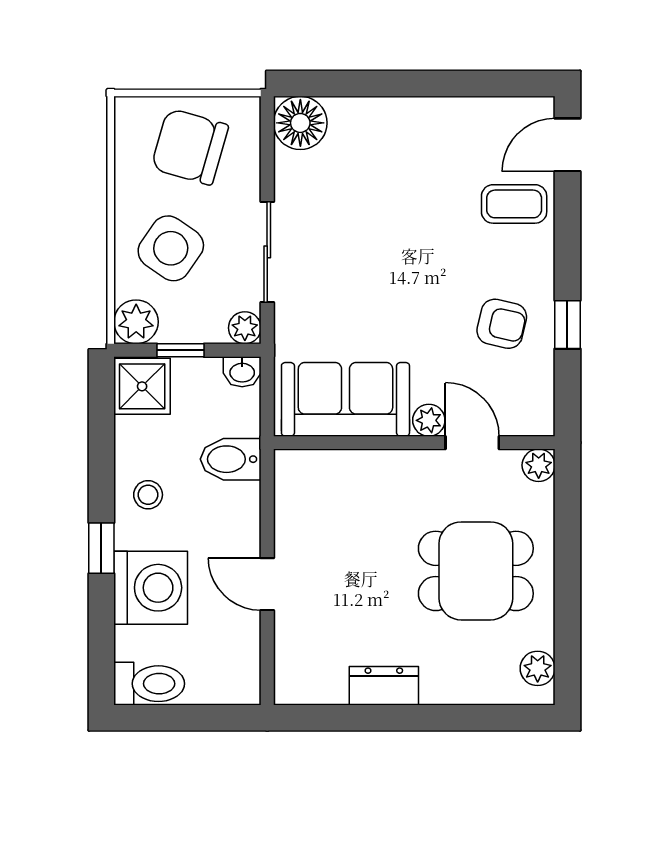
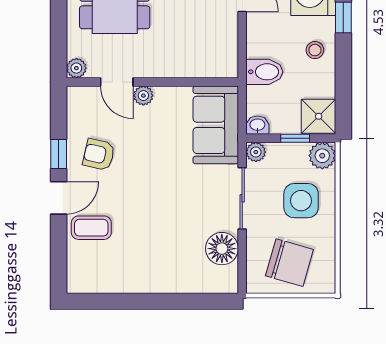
floor lamp: (300, 123) -> (222, 249), moved
door: (567, 145) -> (59, 198), moved
side table: (171, 248) -> (301, 201), turned -35
sofa: (345, 399) -> (216, 125), moved, turned 90

